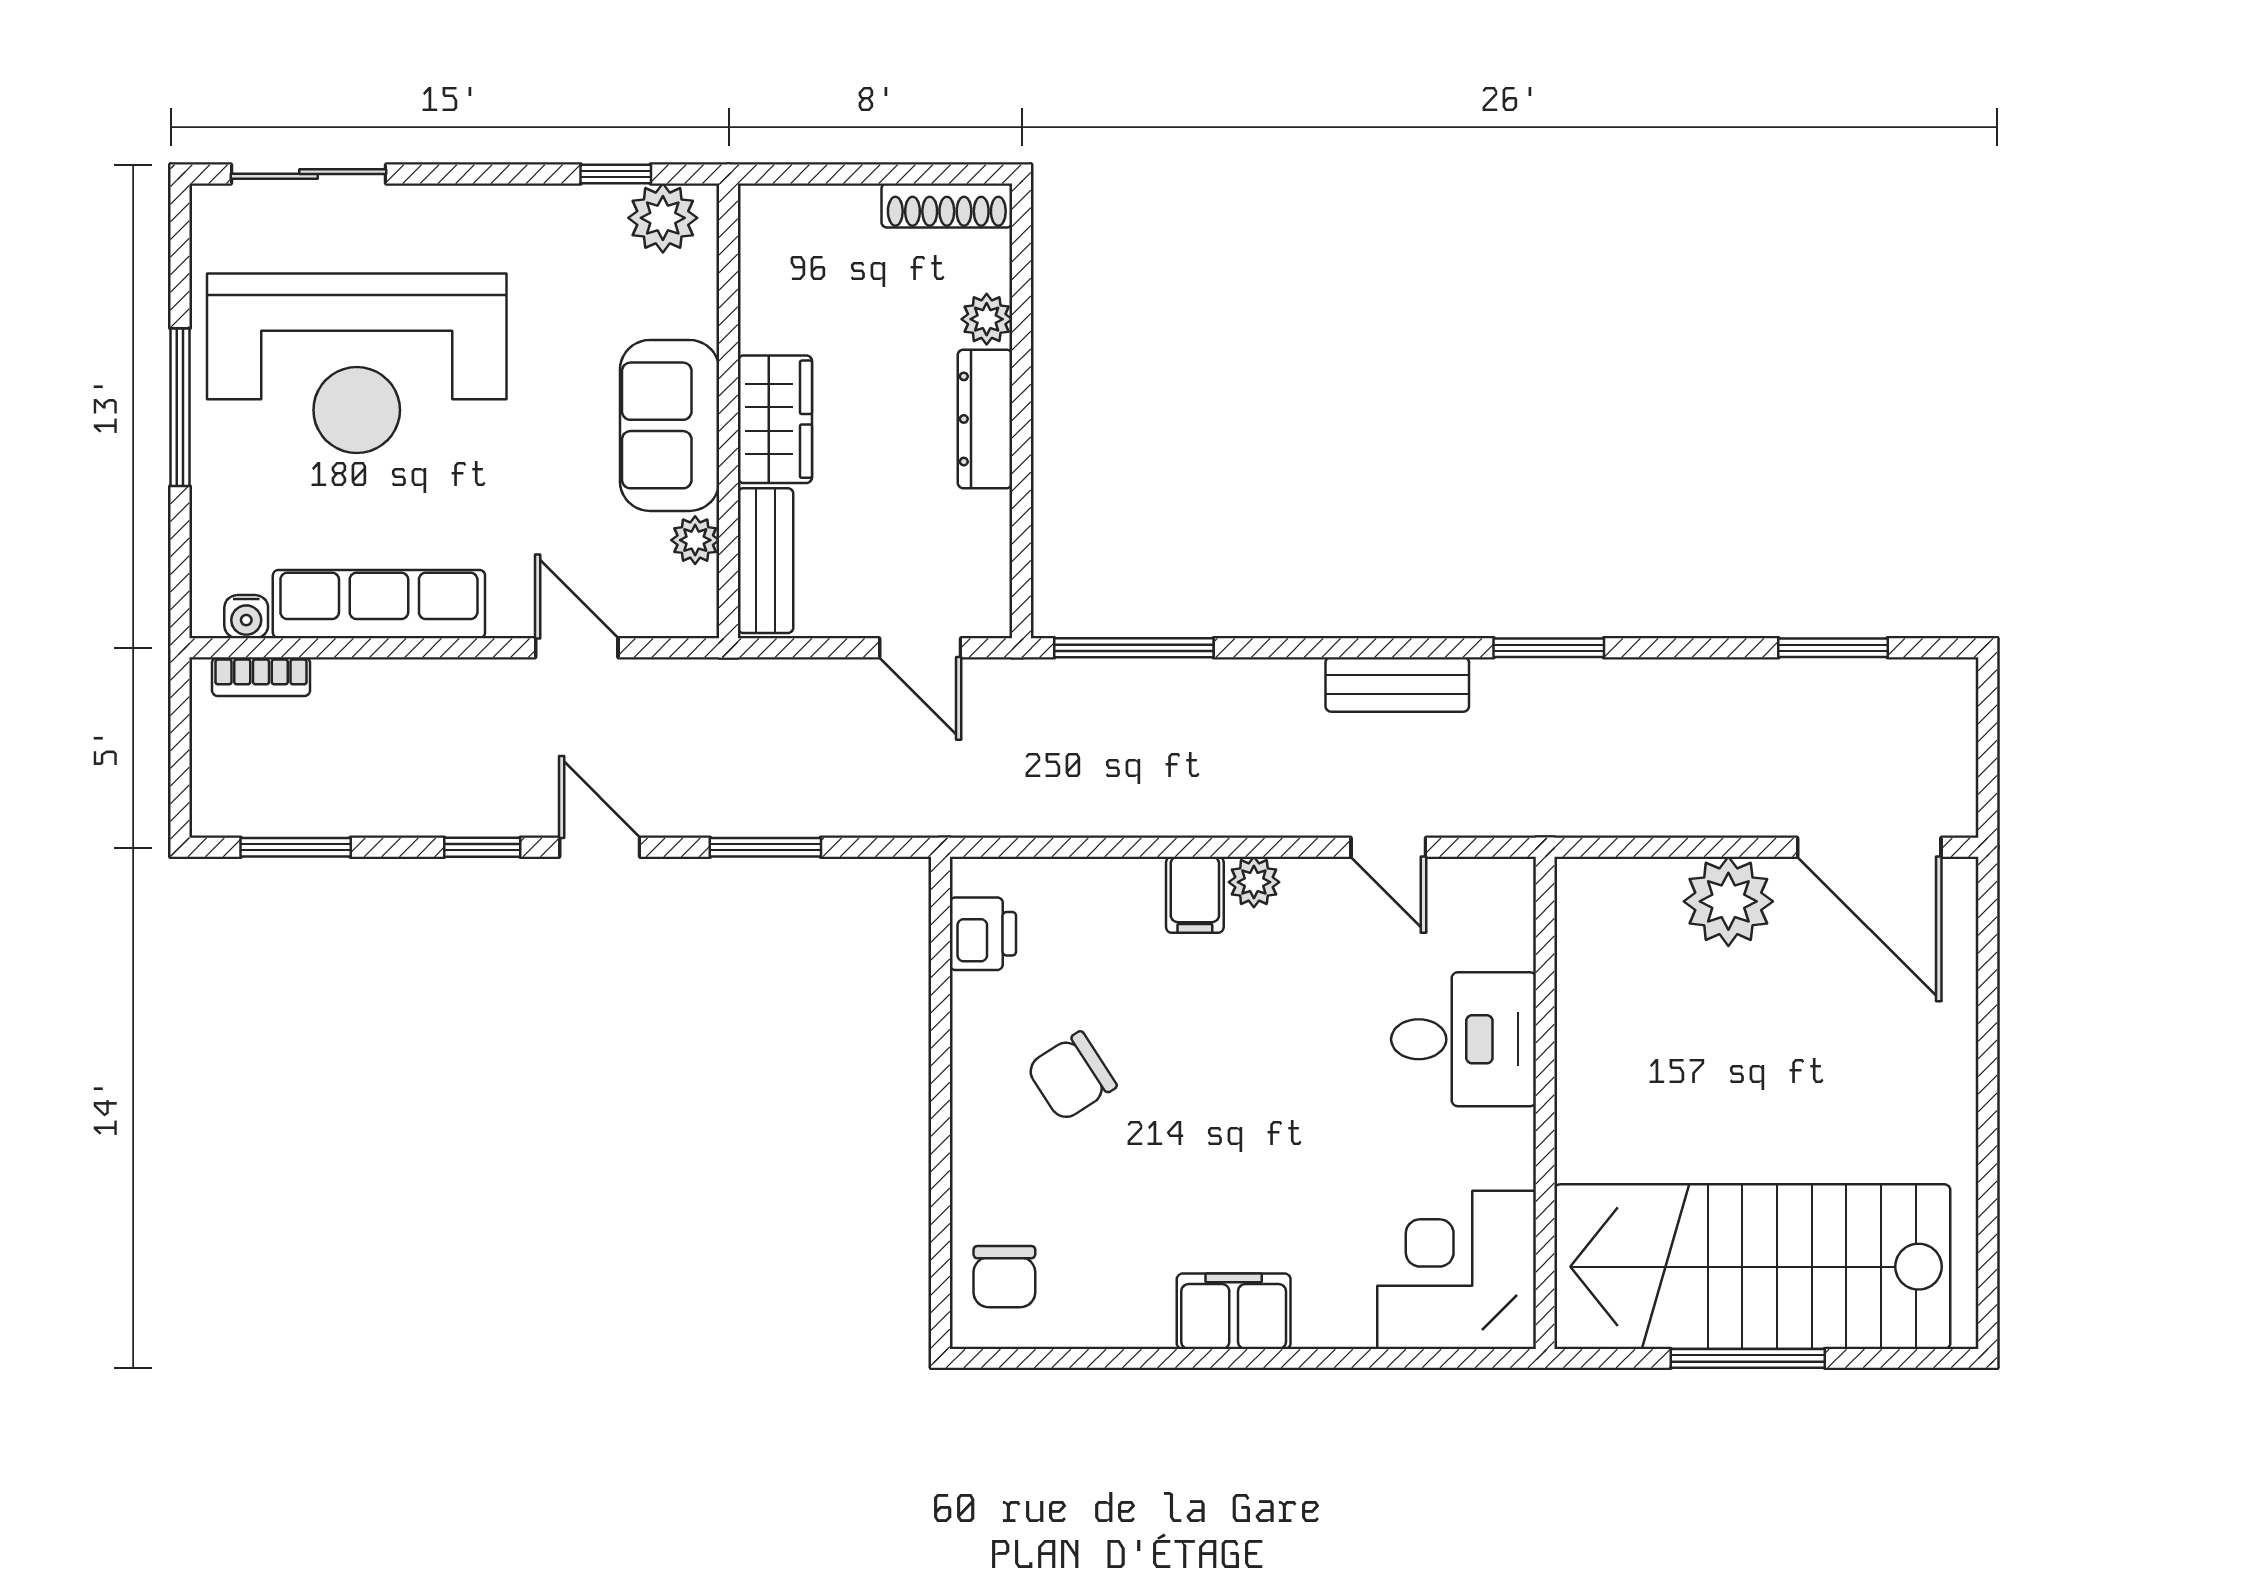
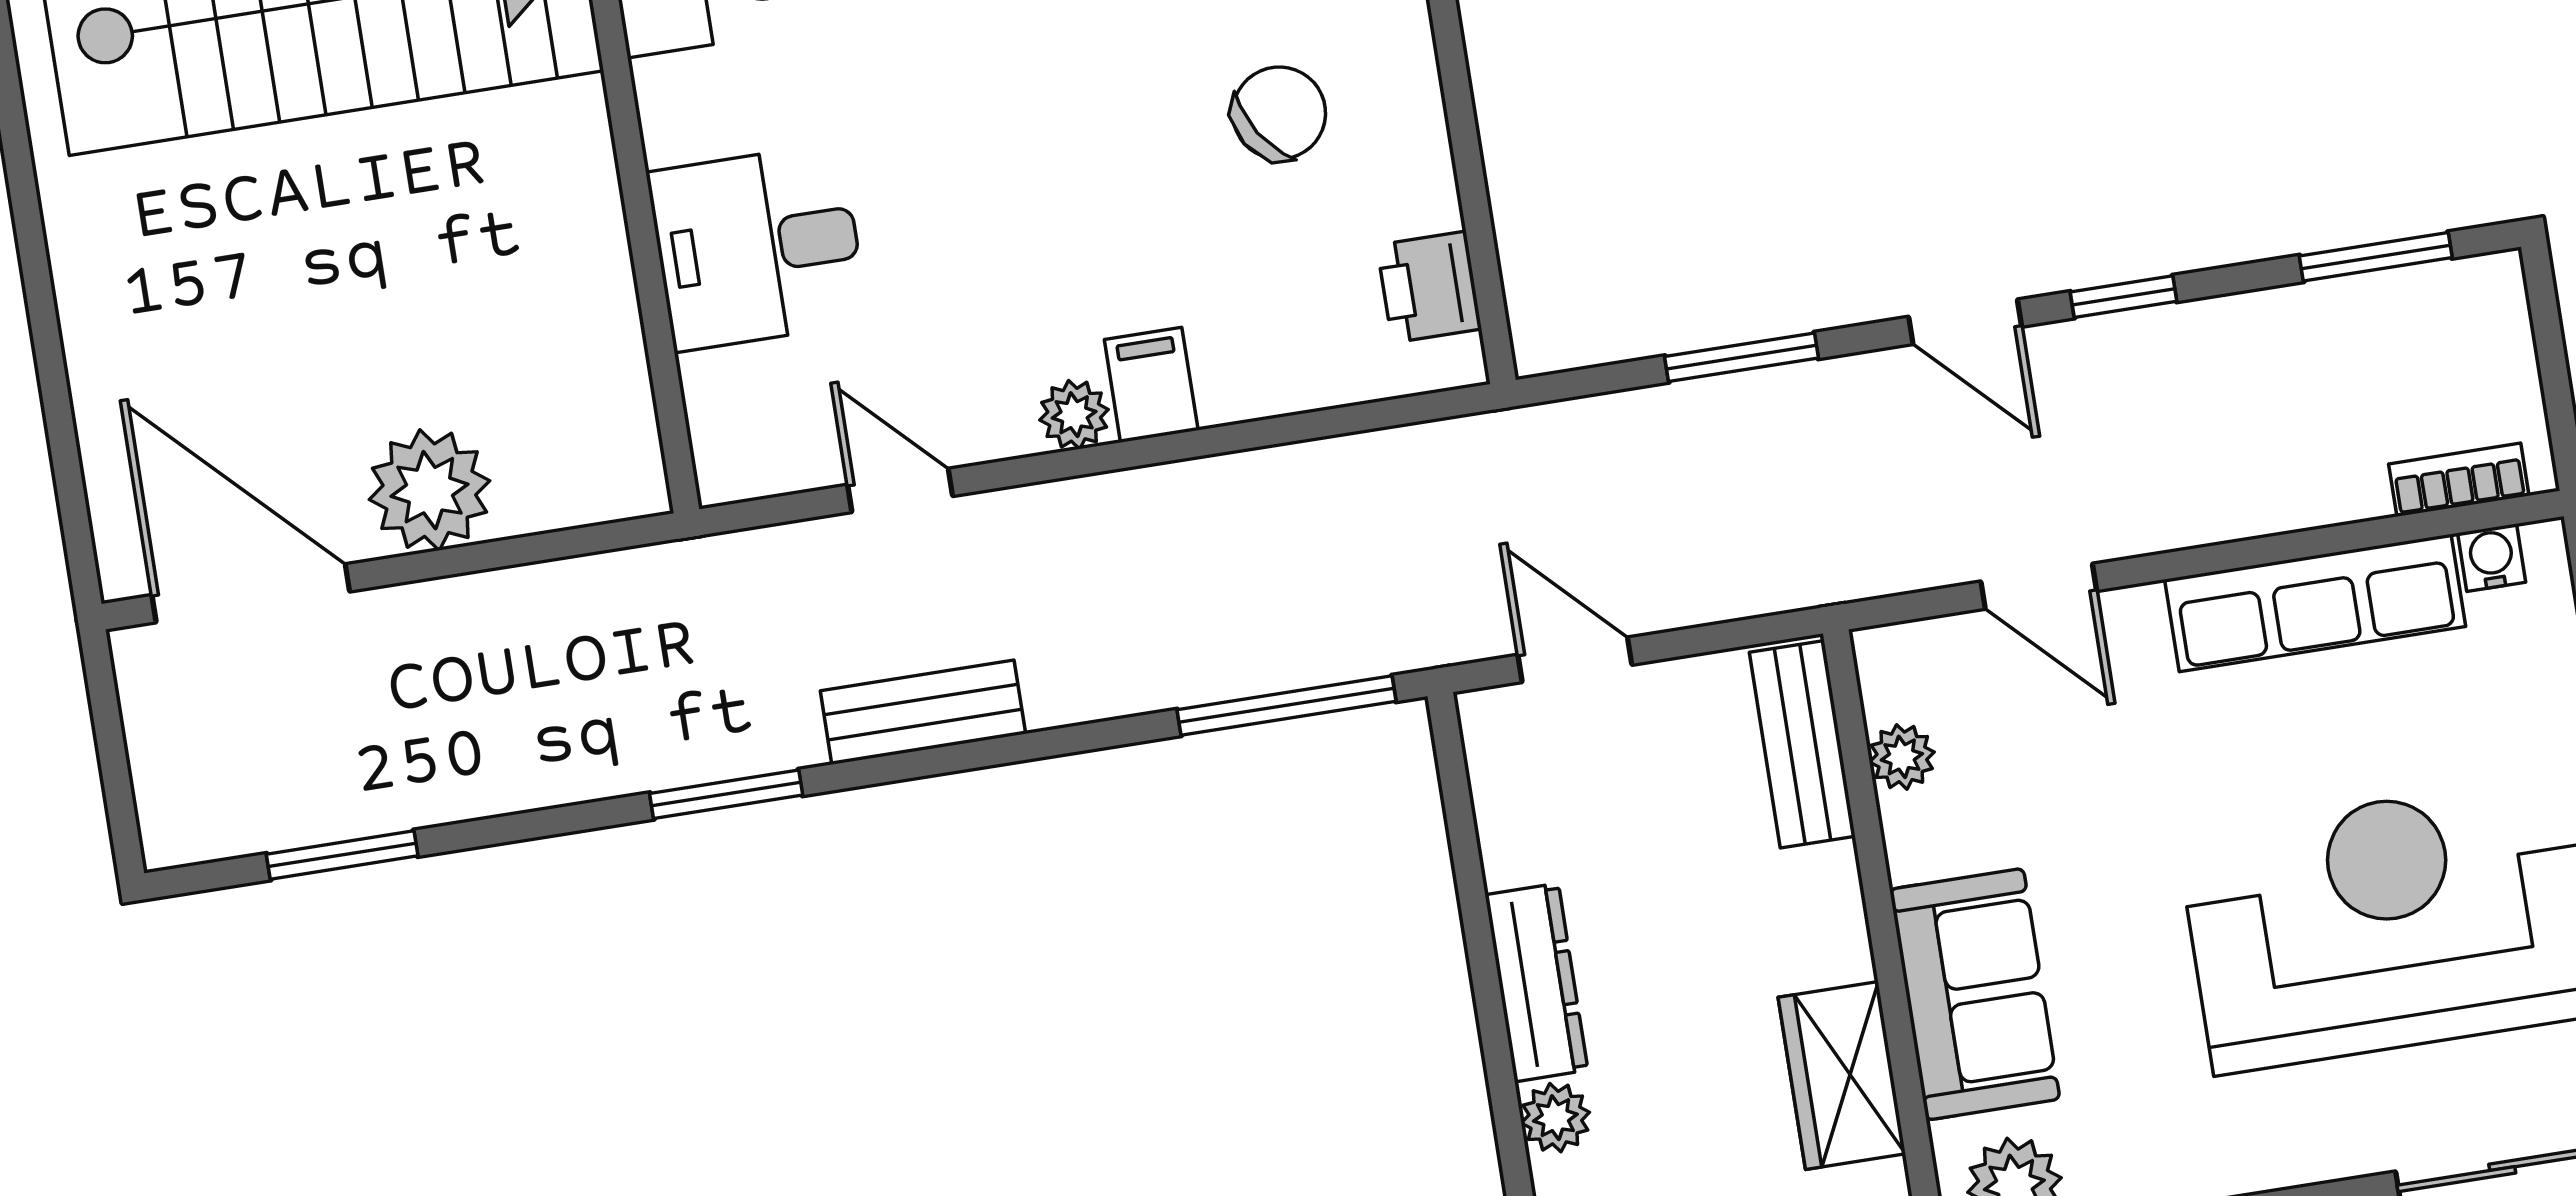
wardrobe: (775, 419) -> (1842, 1076), moved
sofa: (670, 425) -> (1975, 994), moved

